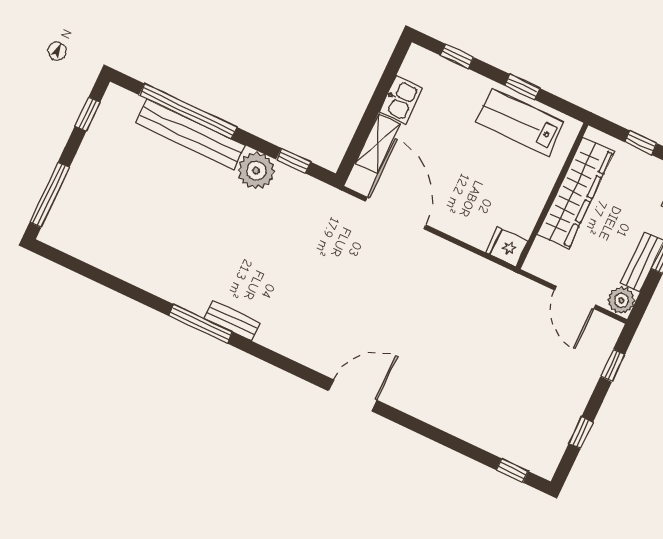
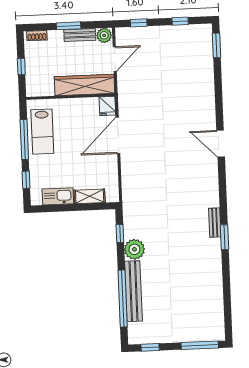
window: (522, 87) -> (24, 140), width x2.17
kitchen sink: (401, 100) -> (58, 196), width x1.38
wardrobe: (575, 193) -> (85, 85), moved
door: (396, 213) -> (118, 135), moved
window: (201, 324) -> (225, 237), width x0.69
window: (512, 471) -> (217, 45), width x1.50

